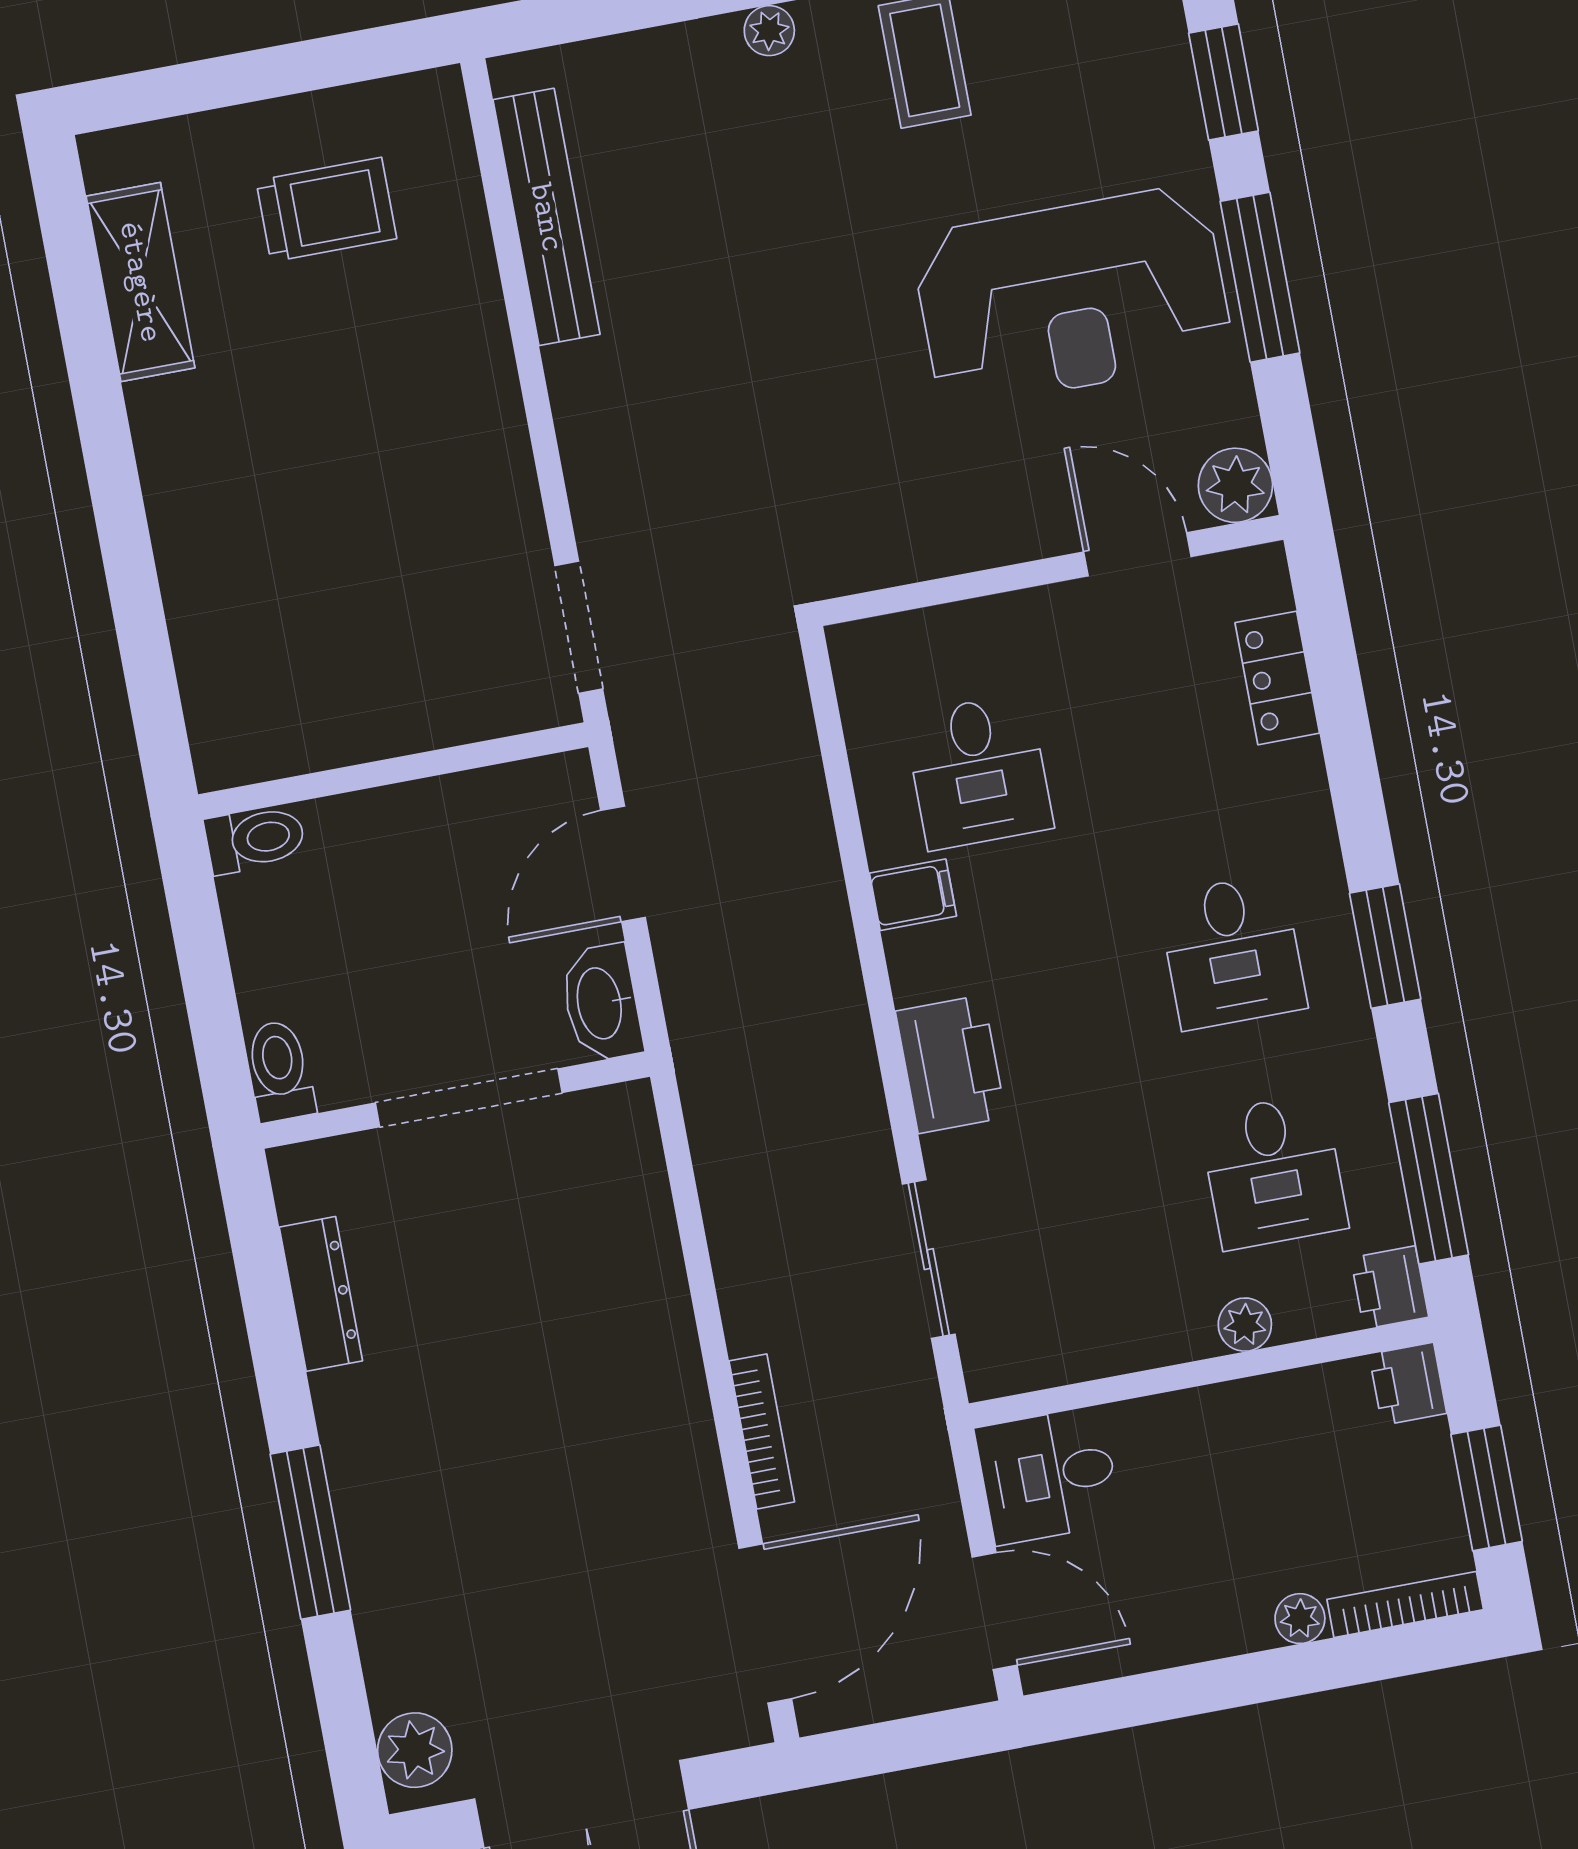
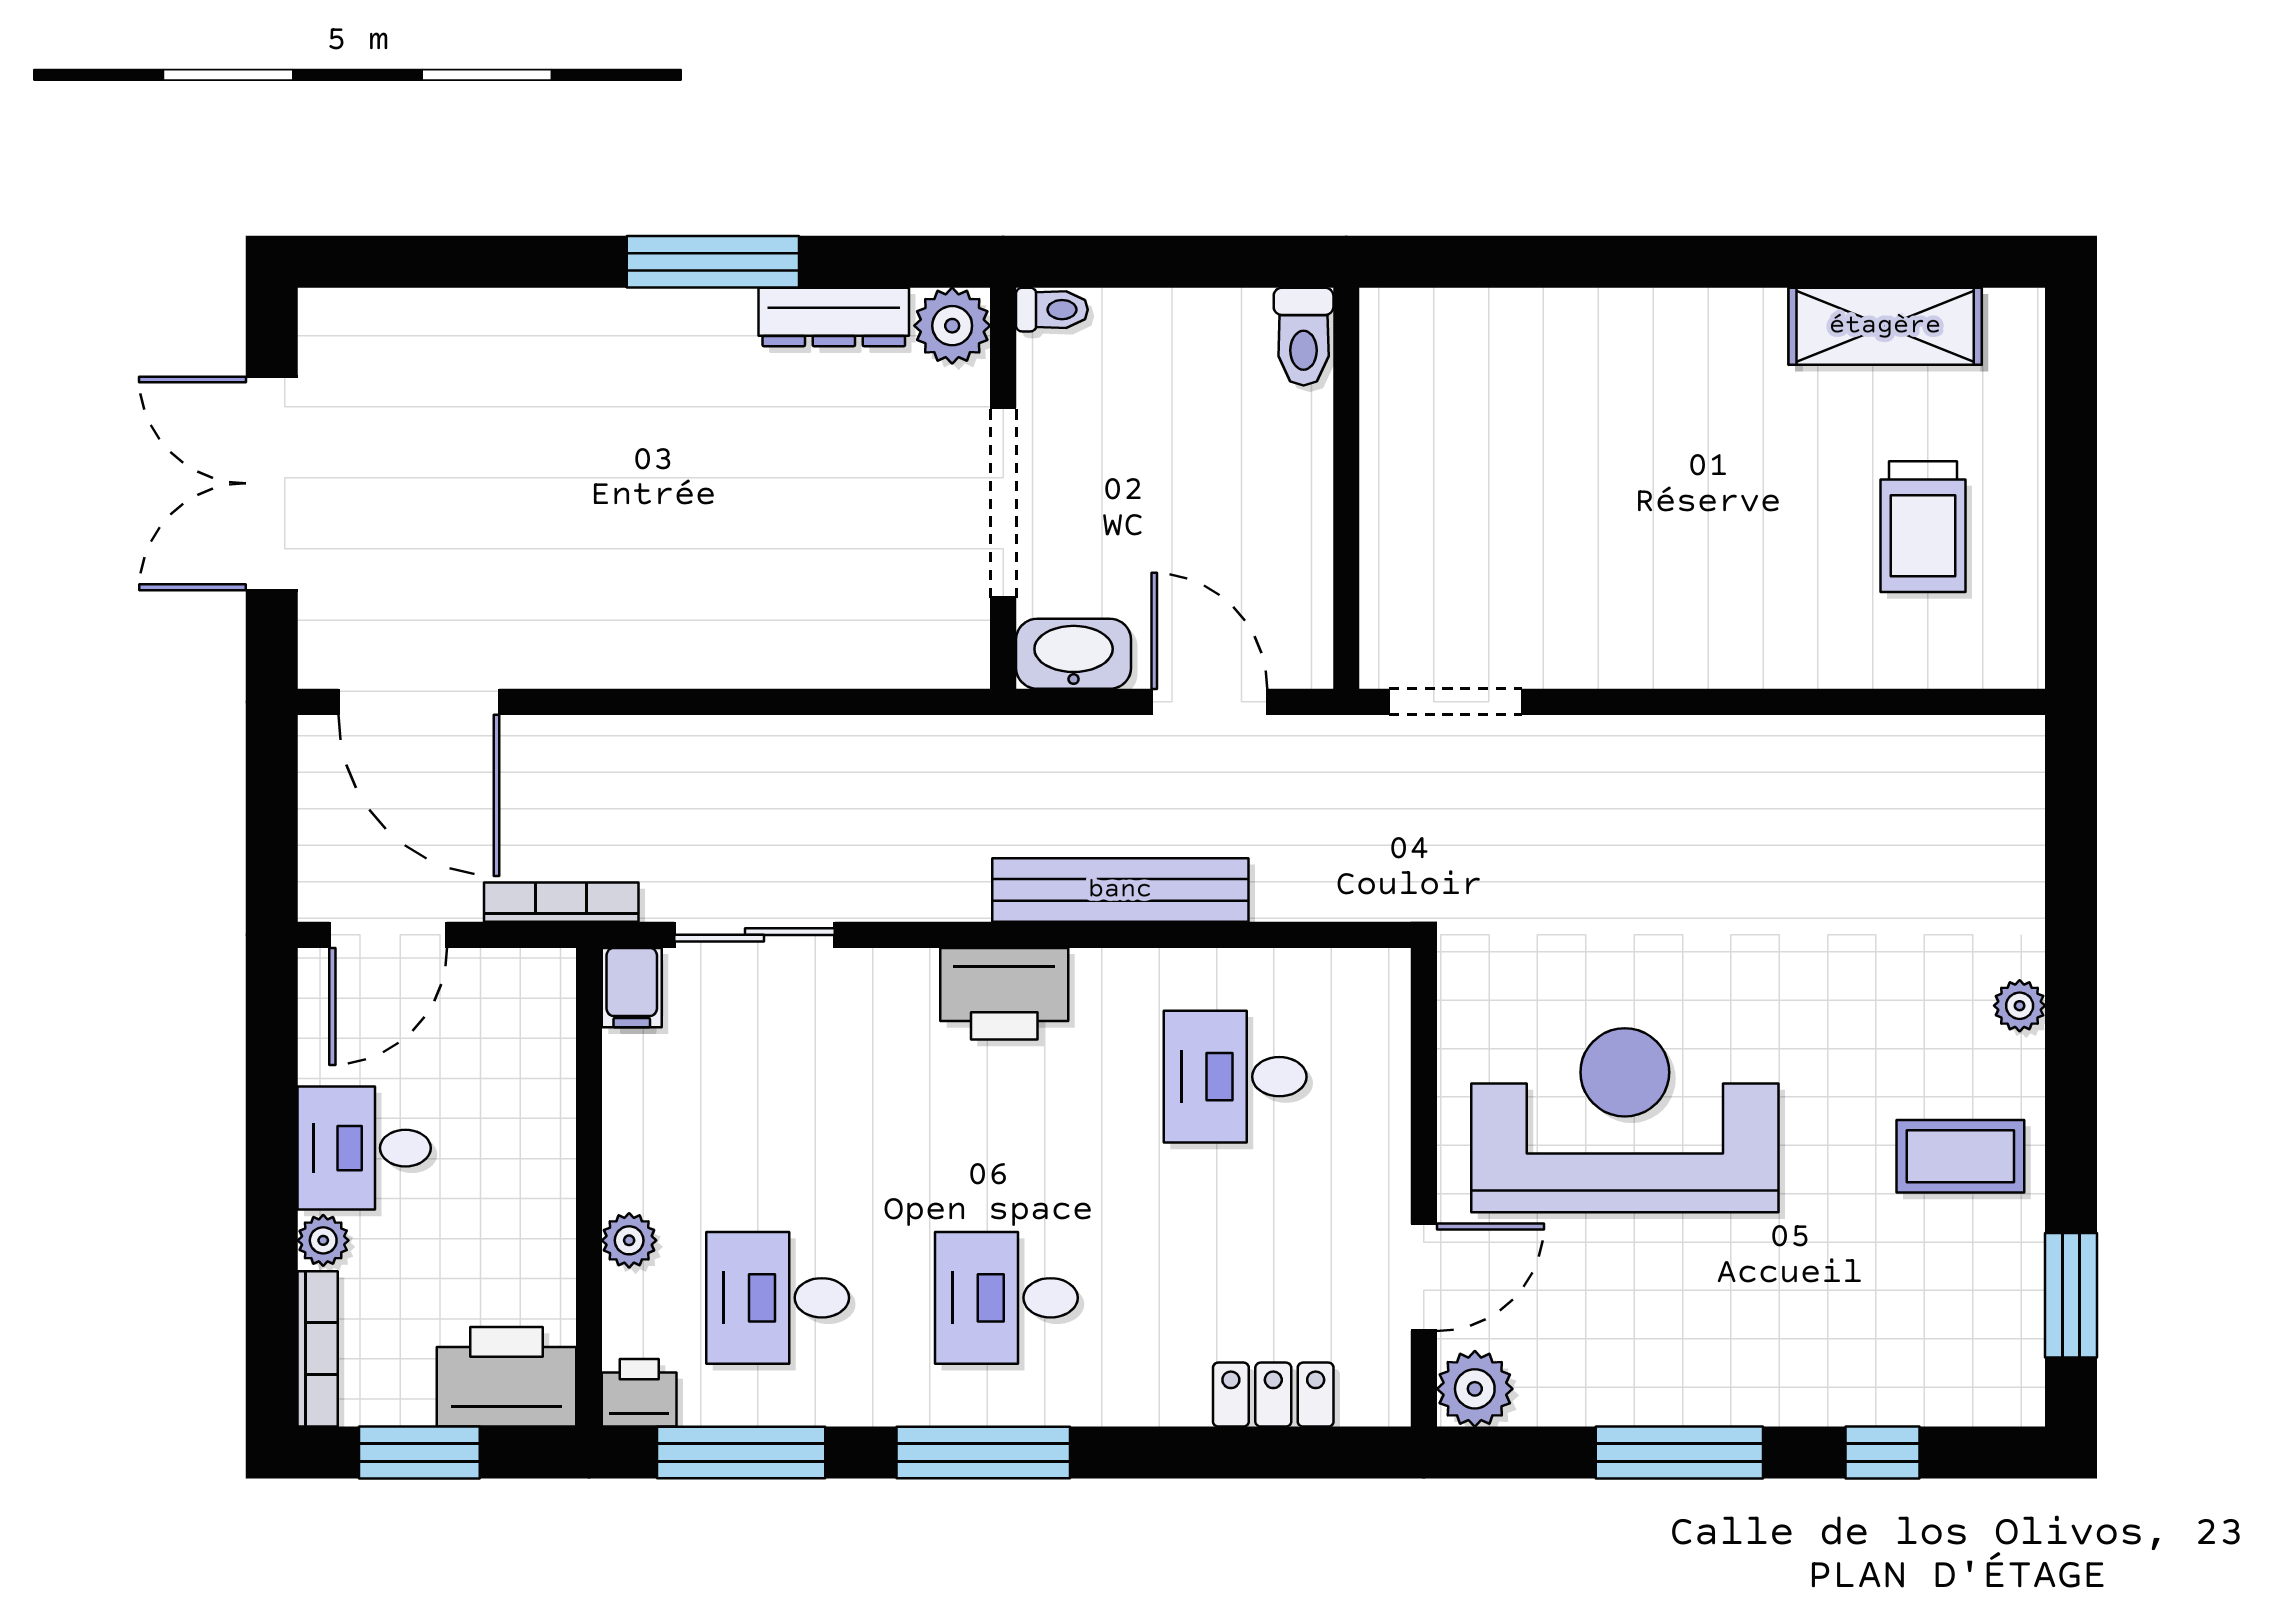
window: (1223, 82) -> (1883, 1453), width x0.67
bench: (547, 217) -> (1120, 890), moved
reception desk: (1072, 297) -> (1625, 1120), moved, turned 90
filing cabinet: (913, 895) -> (632, 988), moved
window: (1385, 946) -> (983, 1453), width x1.44
printer: (951, 1064) -> (1004, 994), moved
toilet: (280, 1071) -> (1052, 310), width x0.73, depth x0.72
printer: (1408, 1384) -> (507, 1377), width x1.87, depth x1.48
bookcase: (762, 1431) -> (561, 902), moved, turned 180
desk: (1048, 1476) -> (364, 1148), moved, turned -90
window: (310, 1532) -> (713, 262), moved
plant: (415, 1750) -> (952, 326), moved

